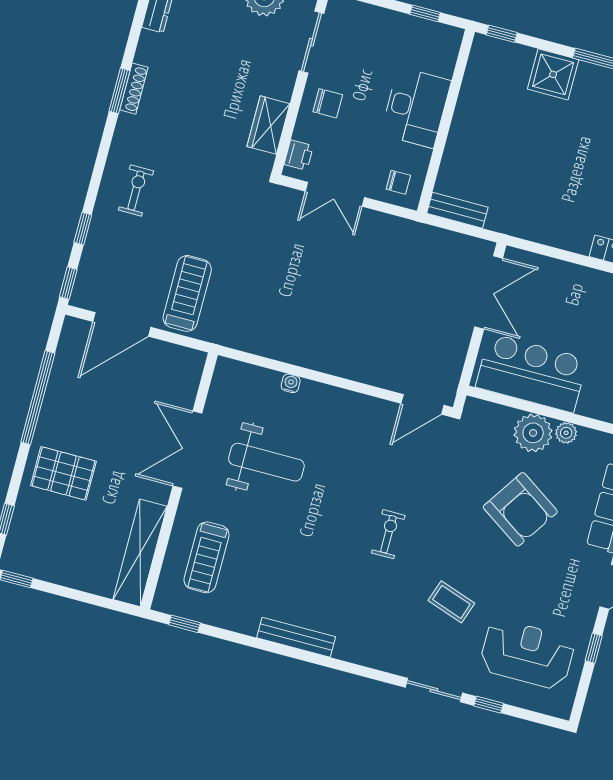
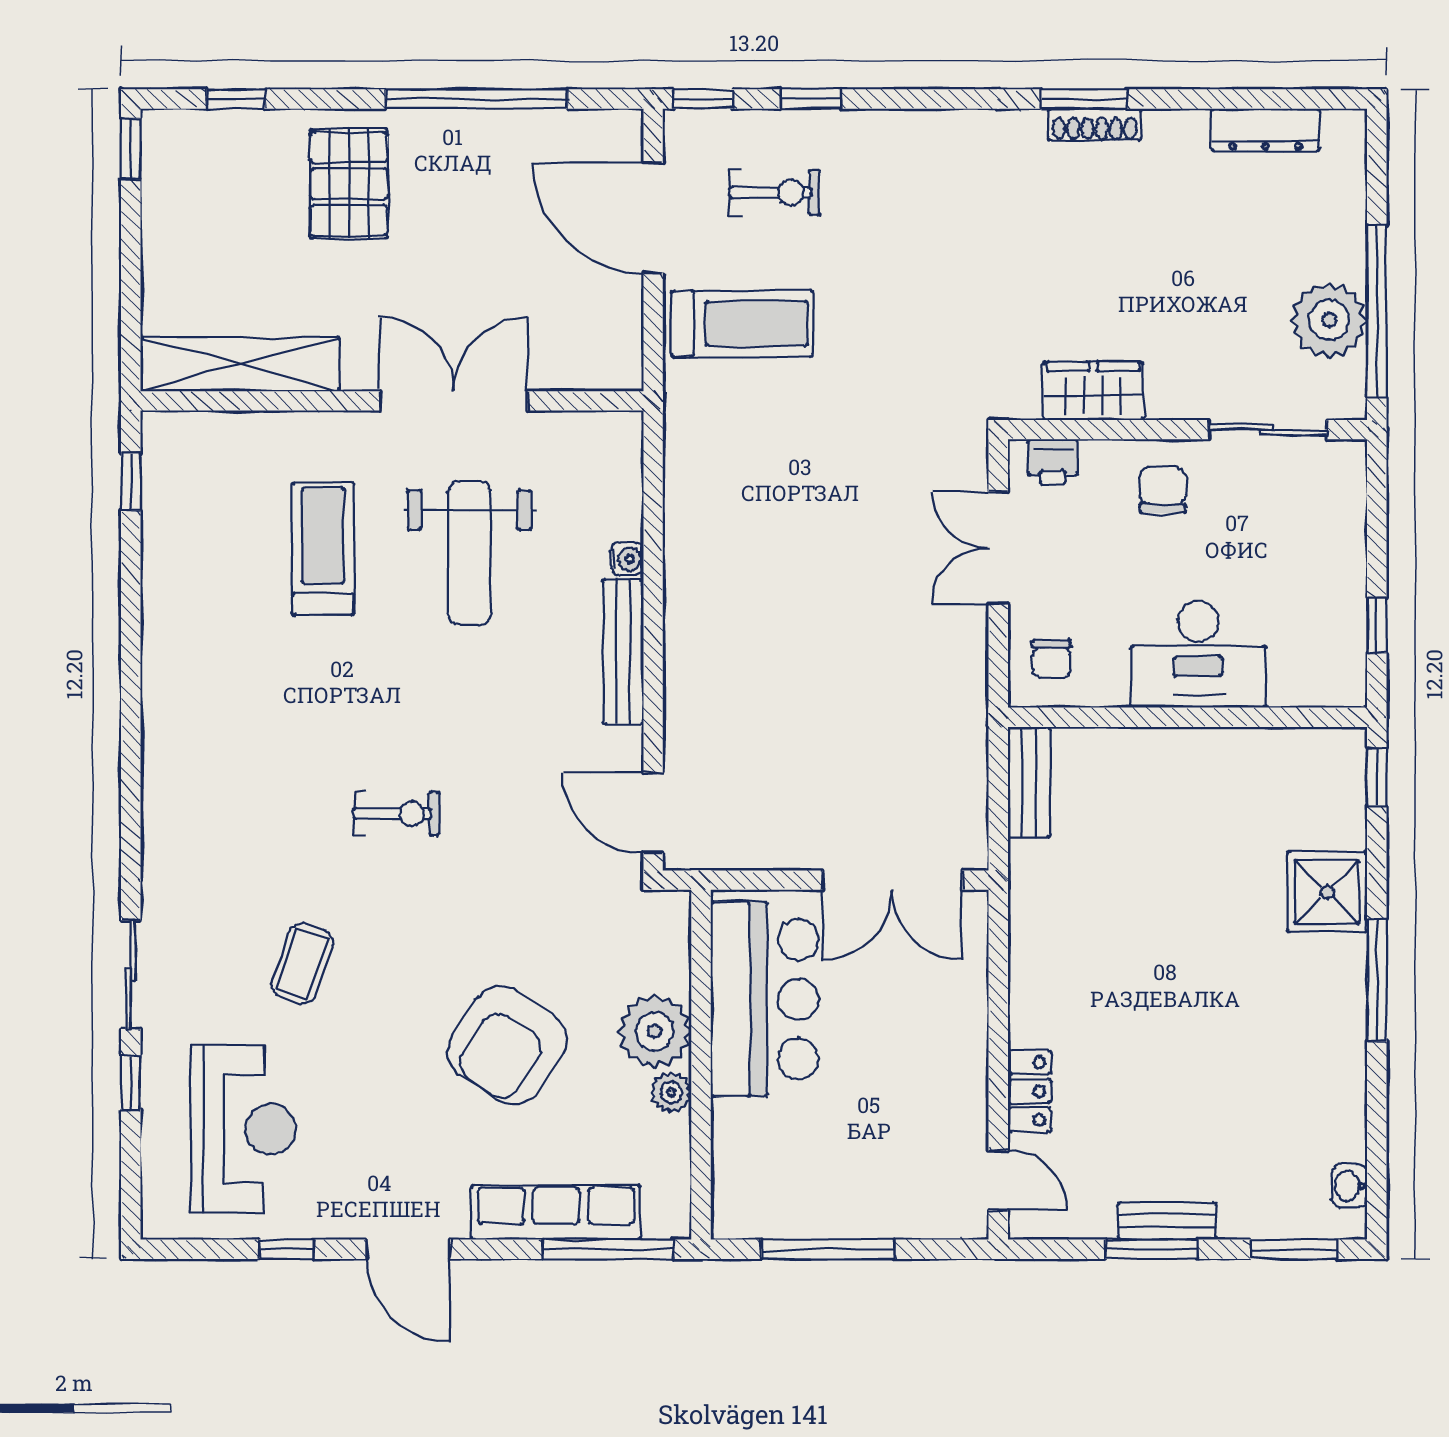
chair: (328, 103) -> (1163, 490), turned 180
exercise bike: (136, 190) -> (775, 193), moved
treadmill: (207, 557) -> (323, 549), moved, turned 90
bench: (296, 637) -> (623, 652), moved

